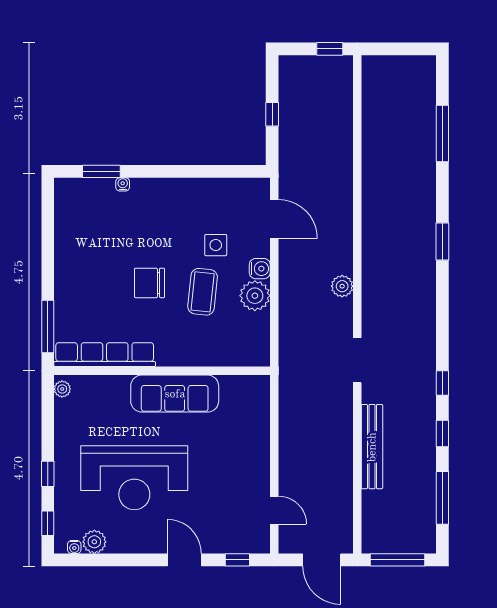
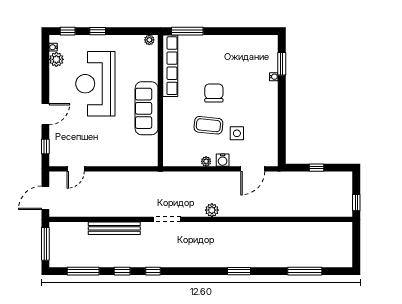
plant: (255, 296) -> (206, 161), width x0.53, depth x0.53

